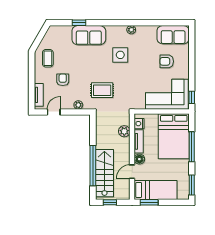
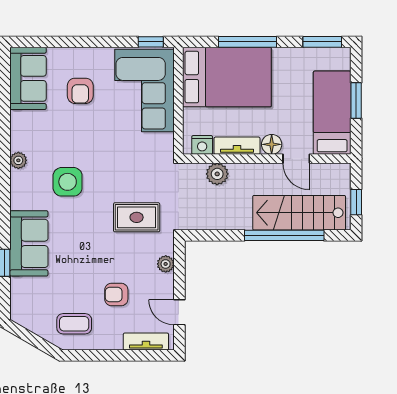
rug: (102, 90) -> (137, 217), turned 90
window: (149, 202) -> (356, 100), moved

